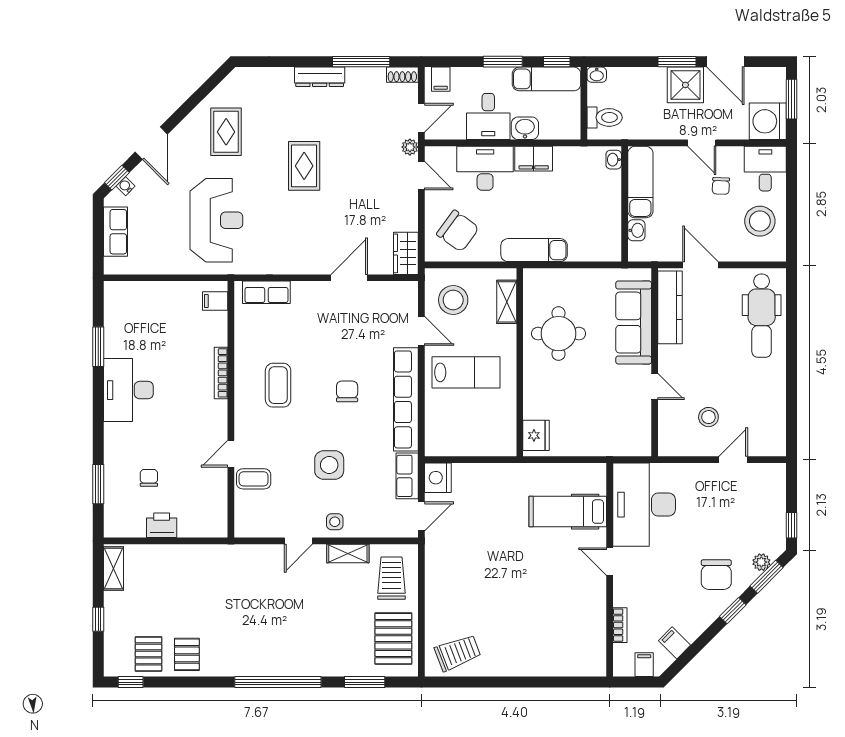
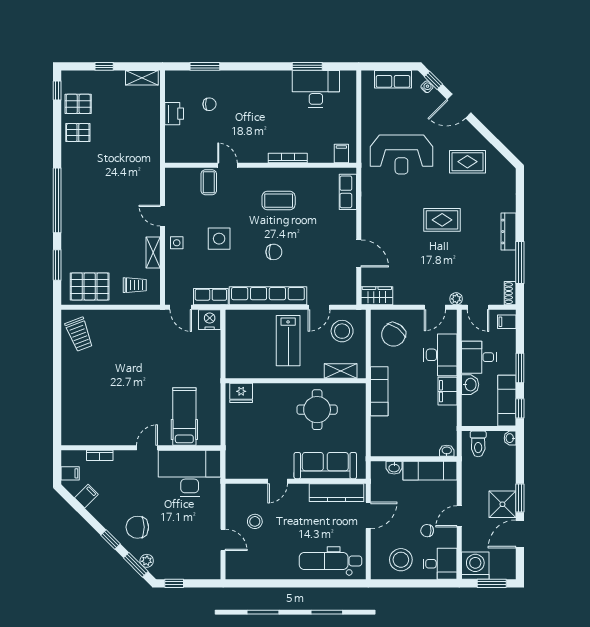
desk: (128, 390) -> (316, 89), moved
trolley: (391, 578) -> (135, 285), width x0.73, depth x0.72

